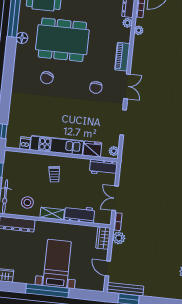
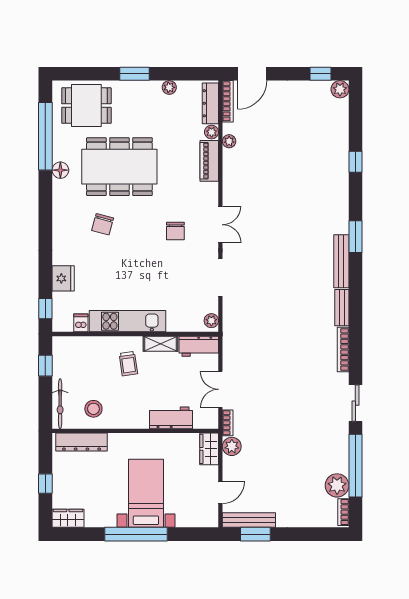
piano: (122, 57) -> (209, 161), moved
fridge: (92, 149) -> (63, 278), moved, turned 90
shelving: (52, 214) -> (161, 344), moved
door: (108, 268) -> (220, 492), swing flipped

